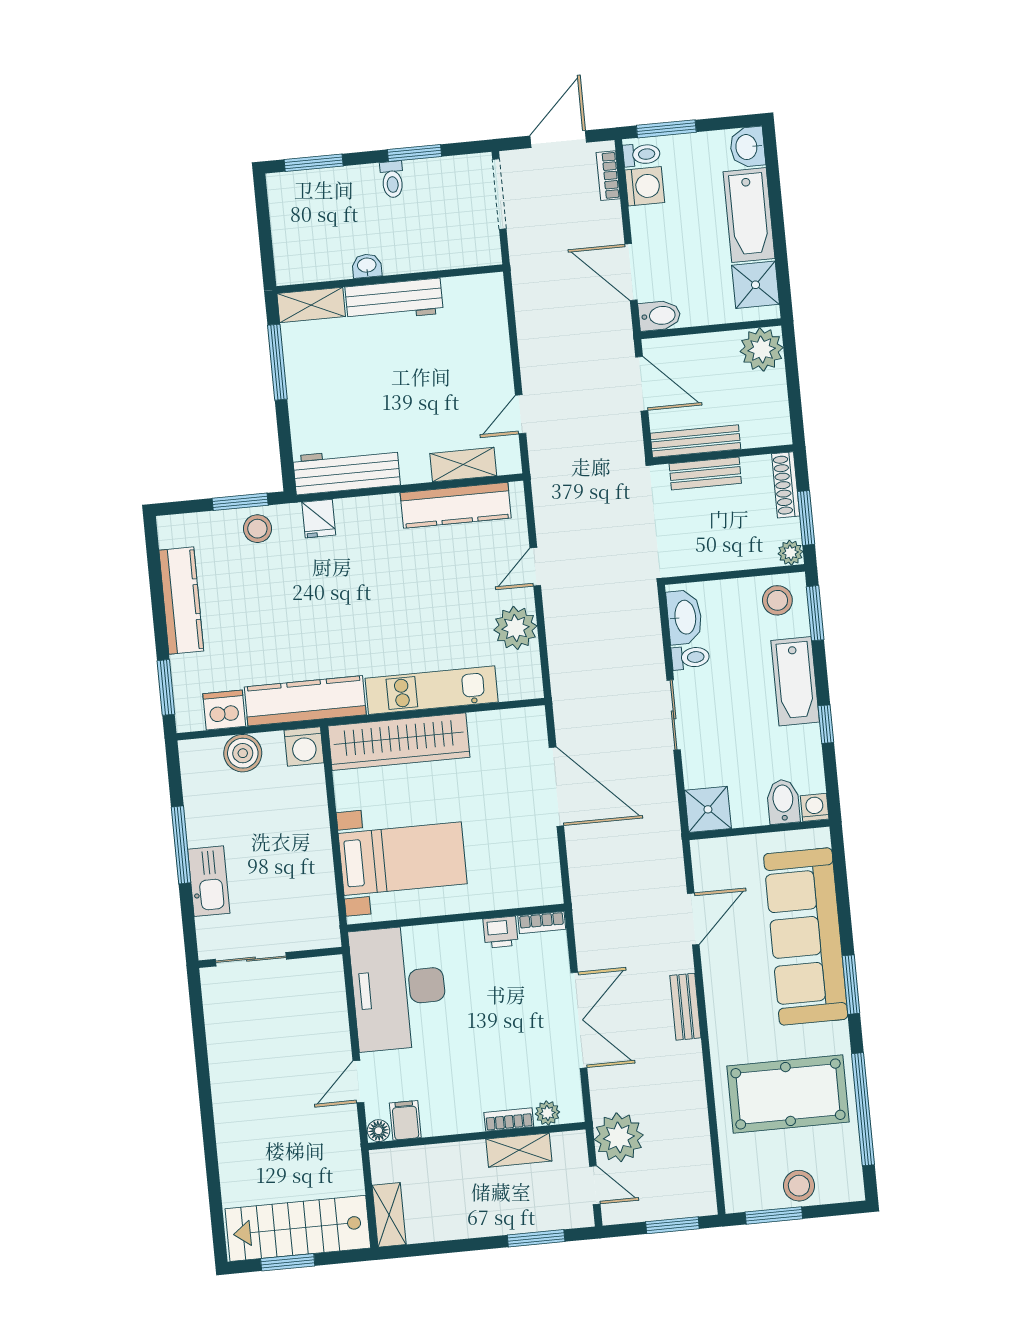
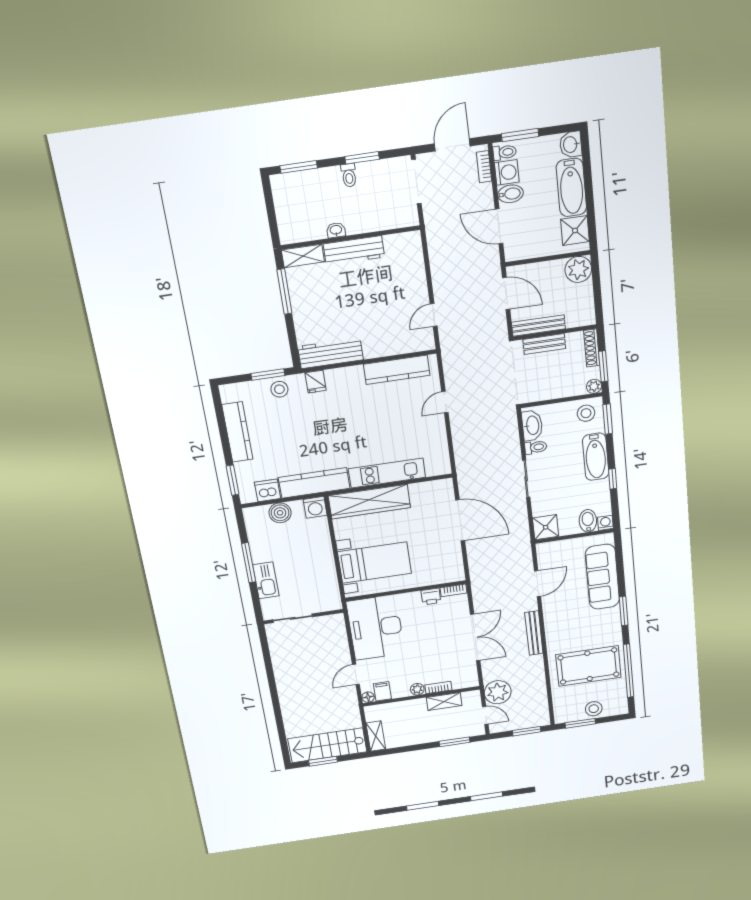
bidet: (659, 316) -> (510, 194), moved
shelving: (463, 465) -> (400, 346), removed
plant: (515, 628) -> (434, 437), removed
sofa: (806, 936) -> (602, 577), width x0.74, depth x0.79
bench: (685, 1007) -> (534, 633), width x1.36
plant: (547, 1113) -> (417, 689), moved

